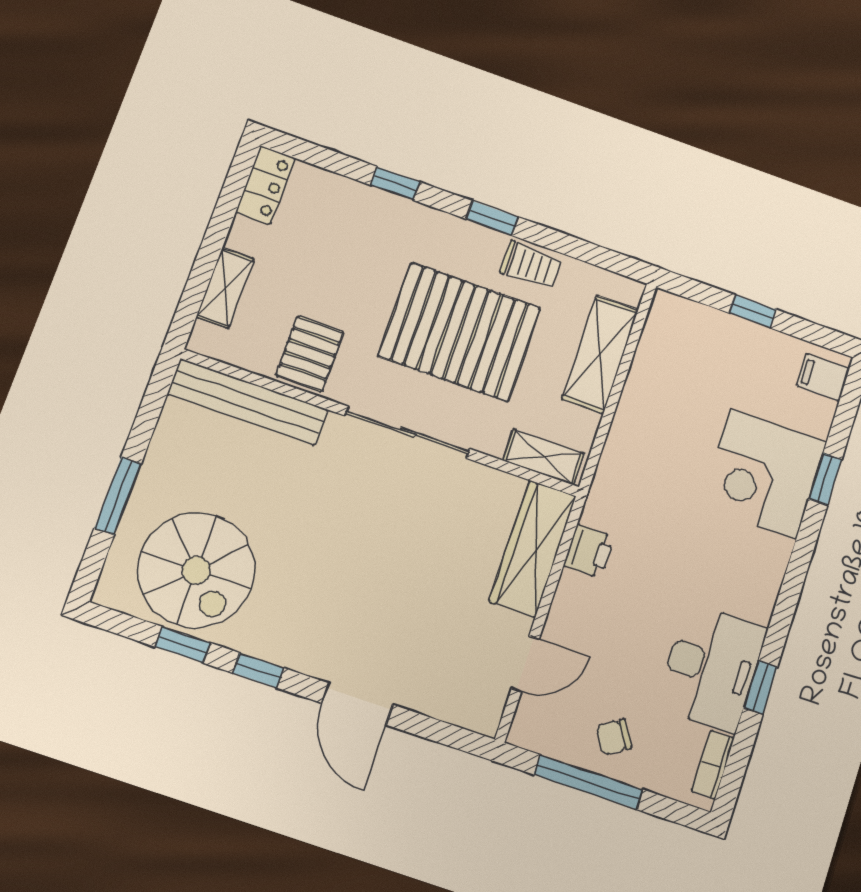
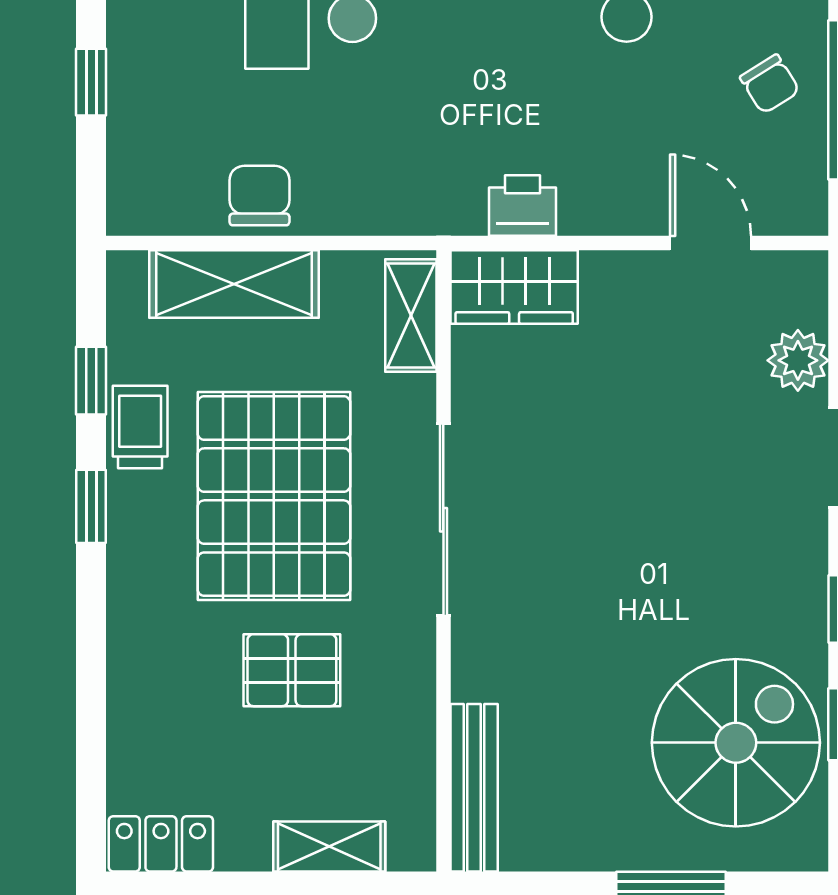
window: (395, 183) -> (91, 381), moved
pallet: (310, 354) -> (292, 670), moved
chair: (650, 389) -> (259, 196), added
bench: (248, 402) -> (474, 788), width x0.73, depth x0.82
wardrobe: (533, 548) -> (514, 287), width x0.67
plant: (431, 695) -> (798, 360), added

